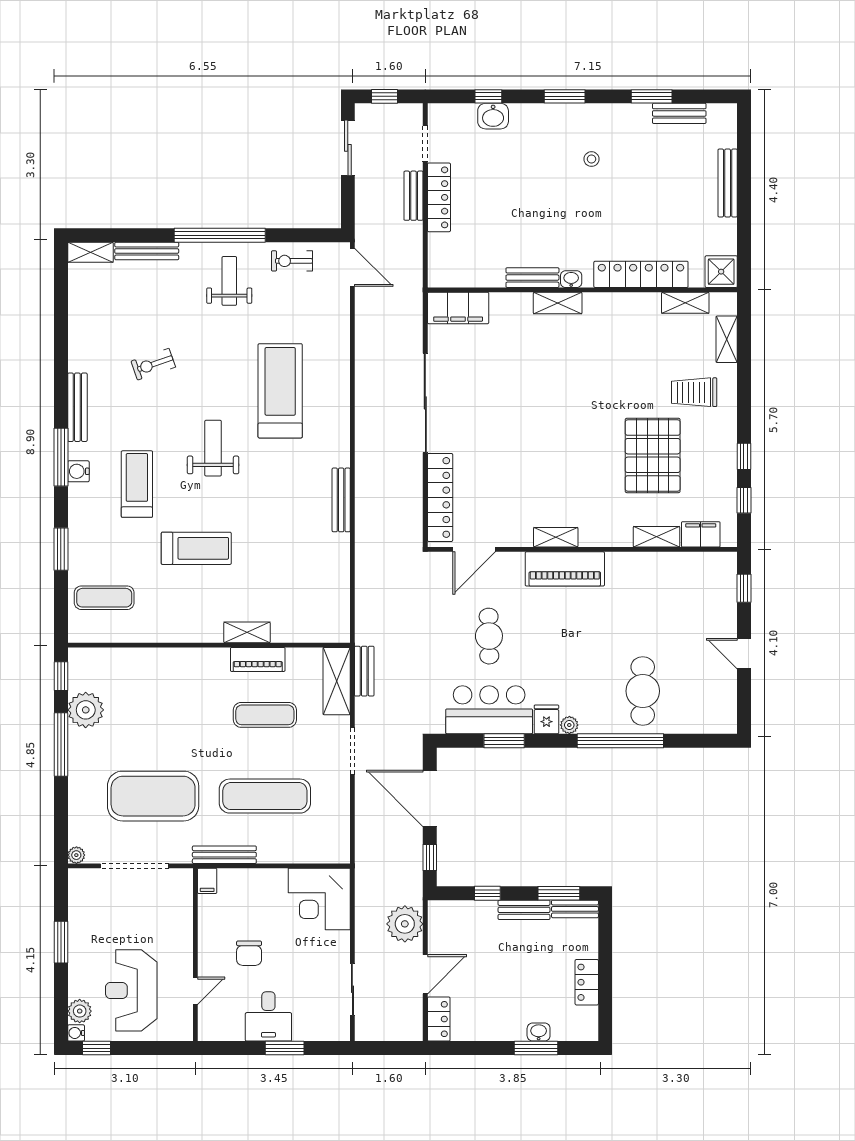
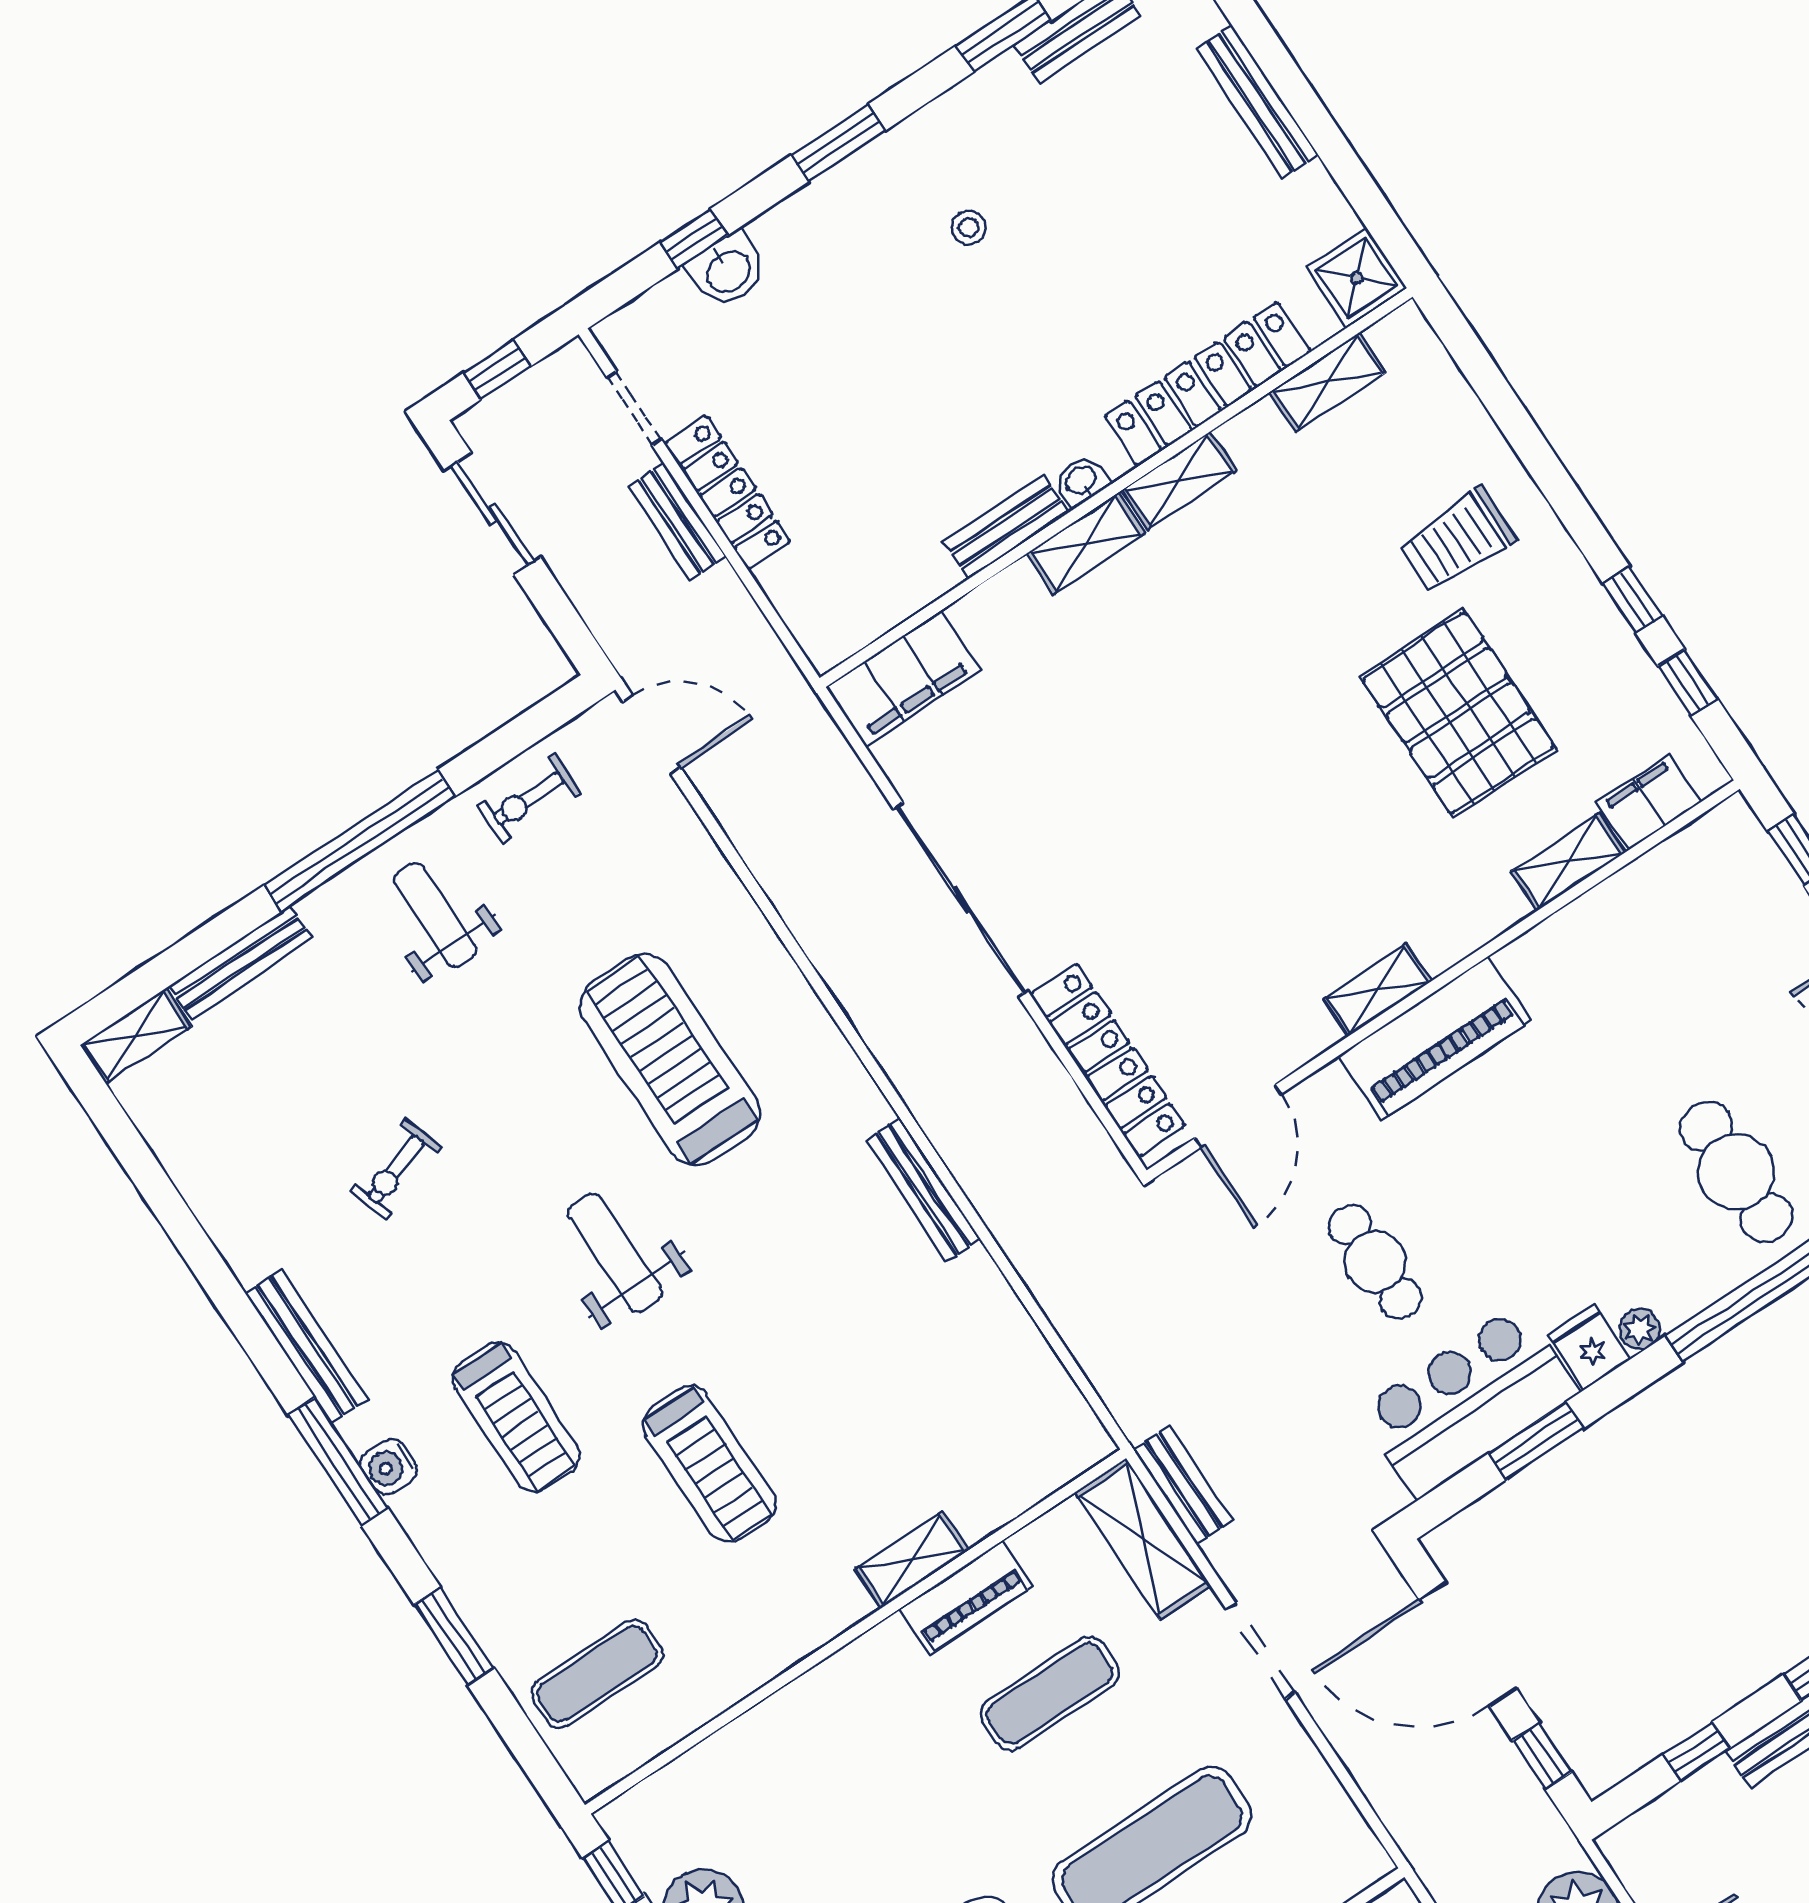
shelving: (727, 339) -> (1179, 481), moved, turned 90
treadmill: (137, 484) -> (516, 1417), turned 180
treadmill: (196, 548) -> (710, 1464), turned 90

